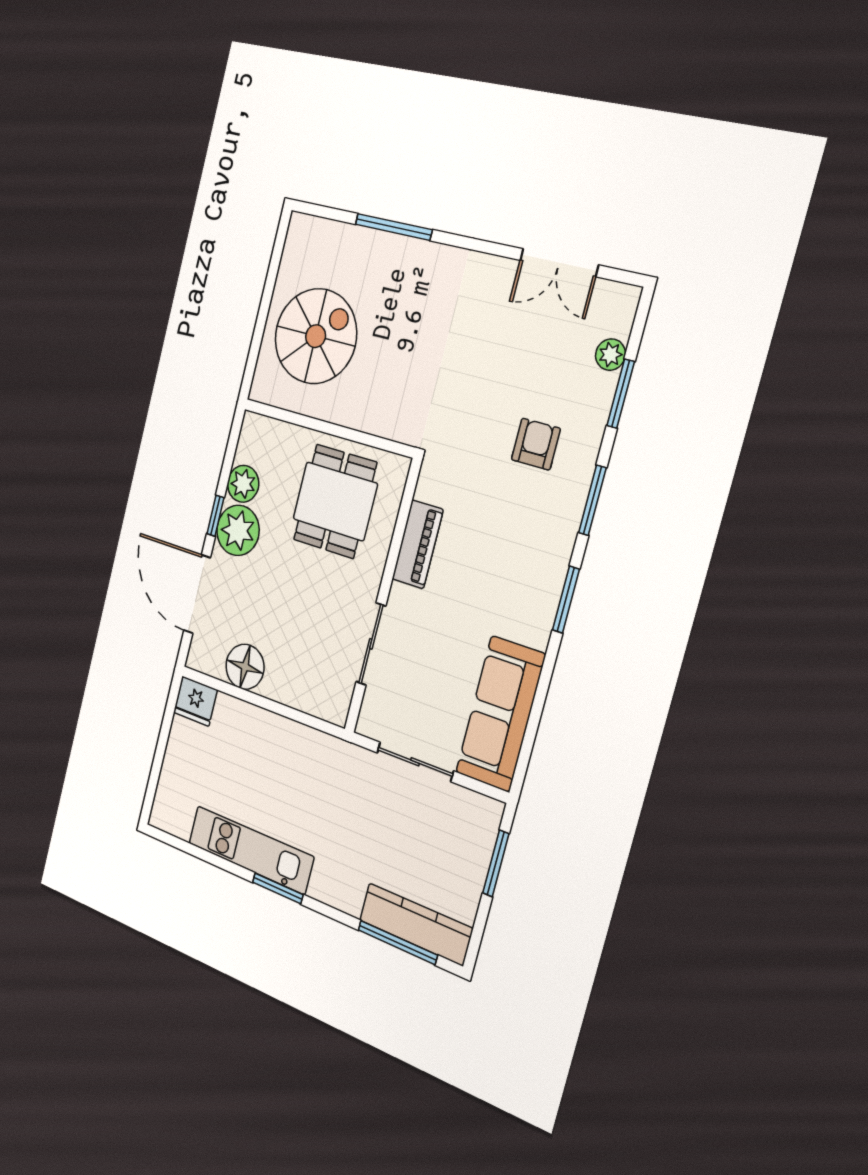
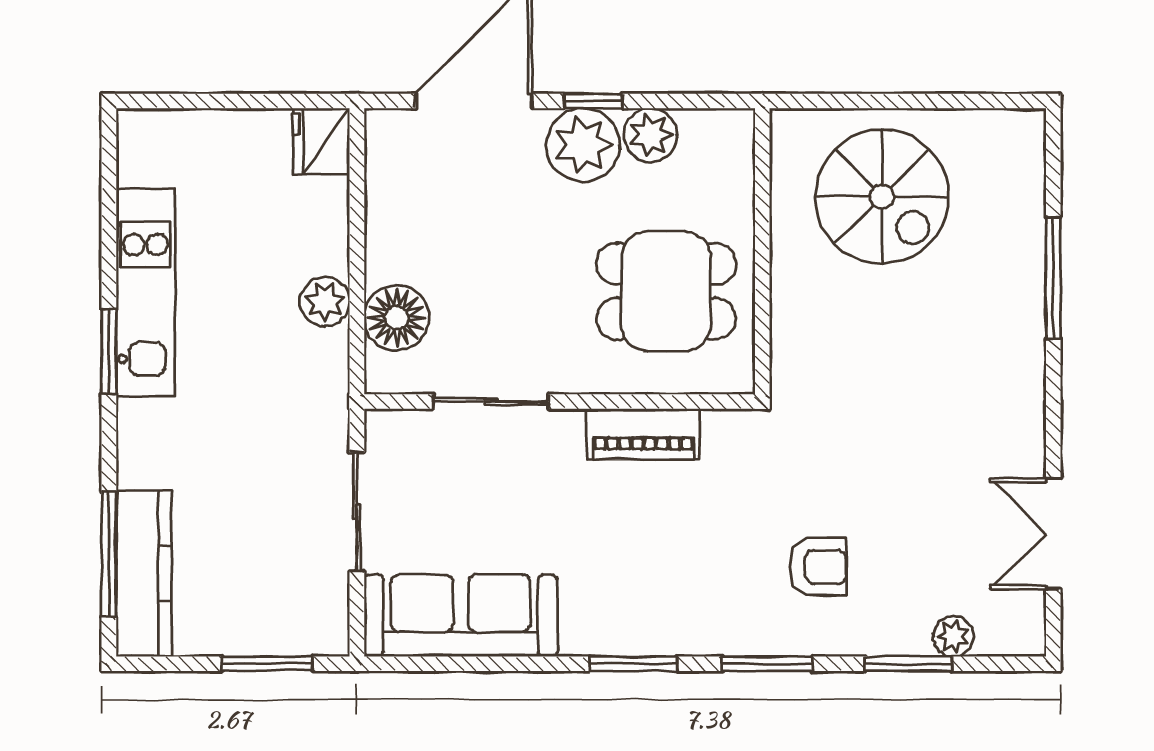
floor lamp: (245, 667) -> (397, 318), moved
plant: (285, 734) -> (325, 302), added

